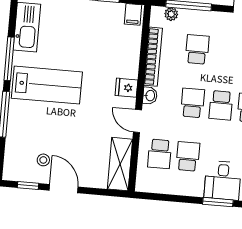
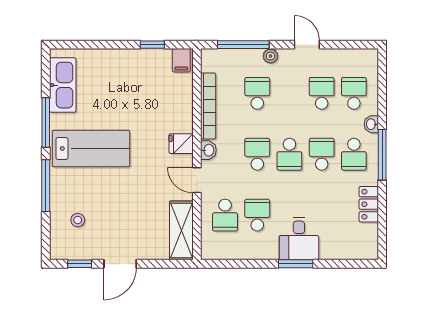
plant: (171, 14) -> (271, 56), moved
stool: (43, 160) -> (78, 220), moved
door: (64, 189) -> (120, 264), swing flipped

